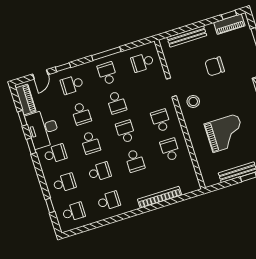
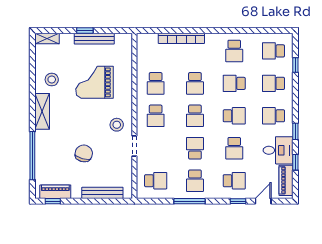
chair: (215, 66) -> (84, 153), turned -75
school desk: (81, 114) -> (234, 148), turned 180
desk: (43, 129) -> (278, 150), width x0.73
school desk: (90, 143) -> (234, 116), turned 90
school desk: (135, 161) -> (195, 83), turned 180
school desk: (109, 201) -> (234, 51), turned -90

